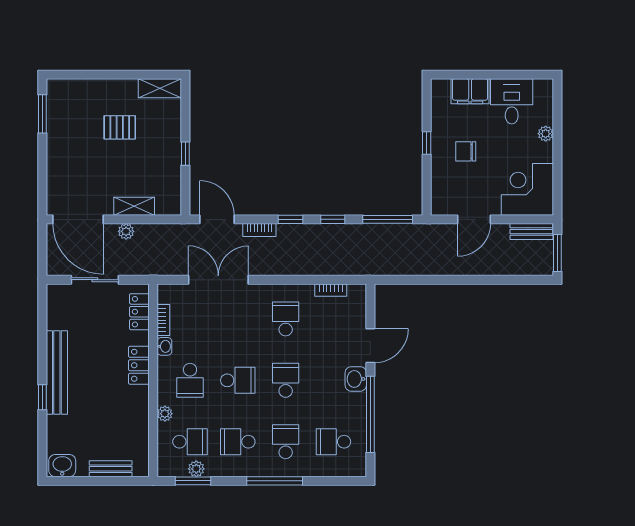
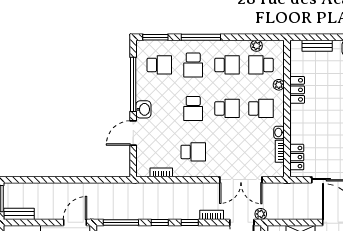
door: (474, 219) -> (75, 222), moved
plant: (126, 231) -> (261, 214), moved
school desk: (286, 319) -> (193, 152), turned -90
locker: (139, 365) -> (297, 90), moved
school desk: (190, 380) -> (261, 108), turned 90
school desk: (238, 380) -> (227, 108), turned 180
window: (193, 481) -> (155, 37), moved

